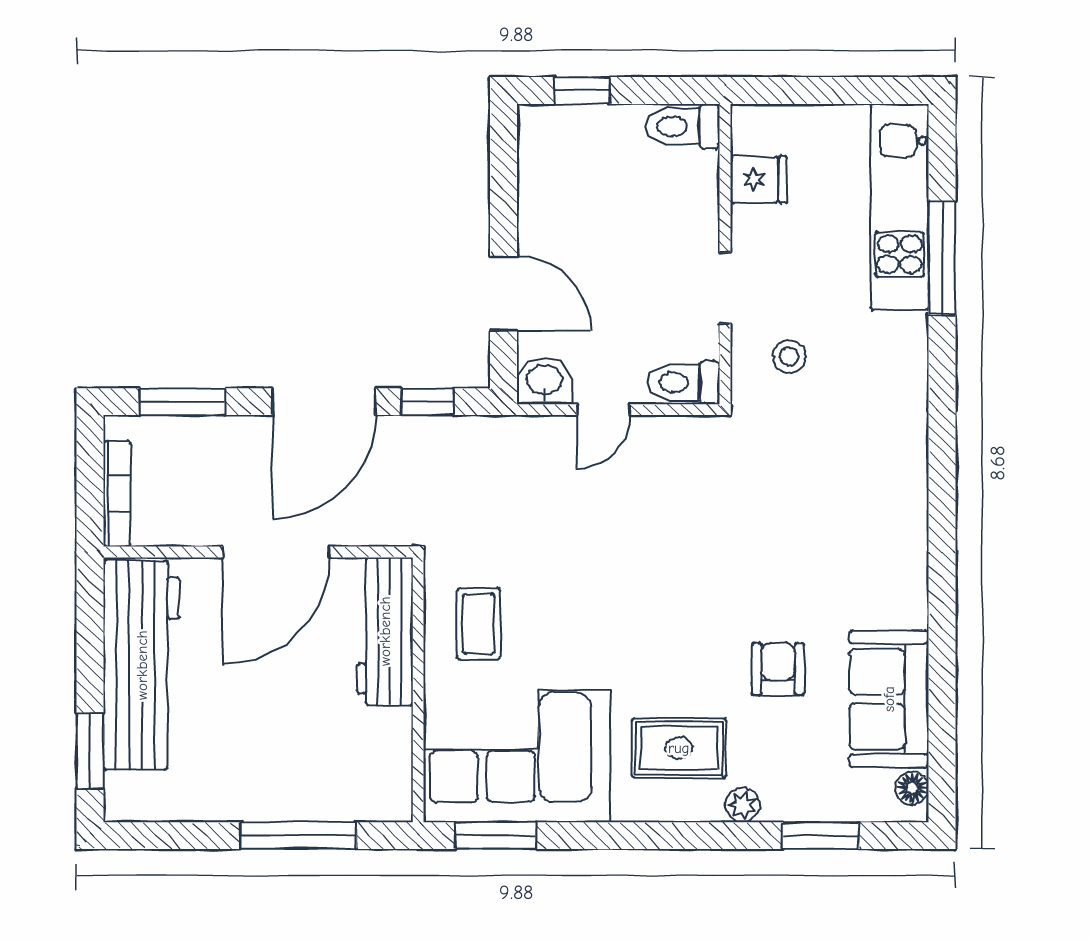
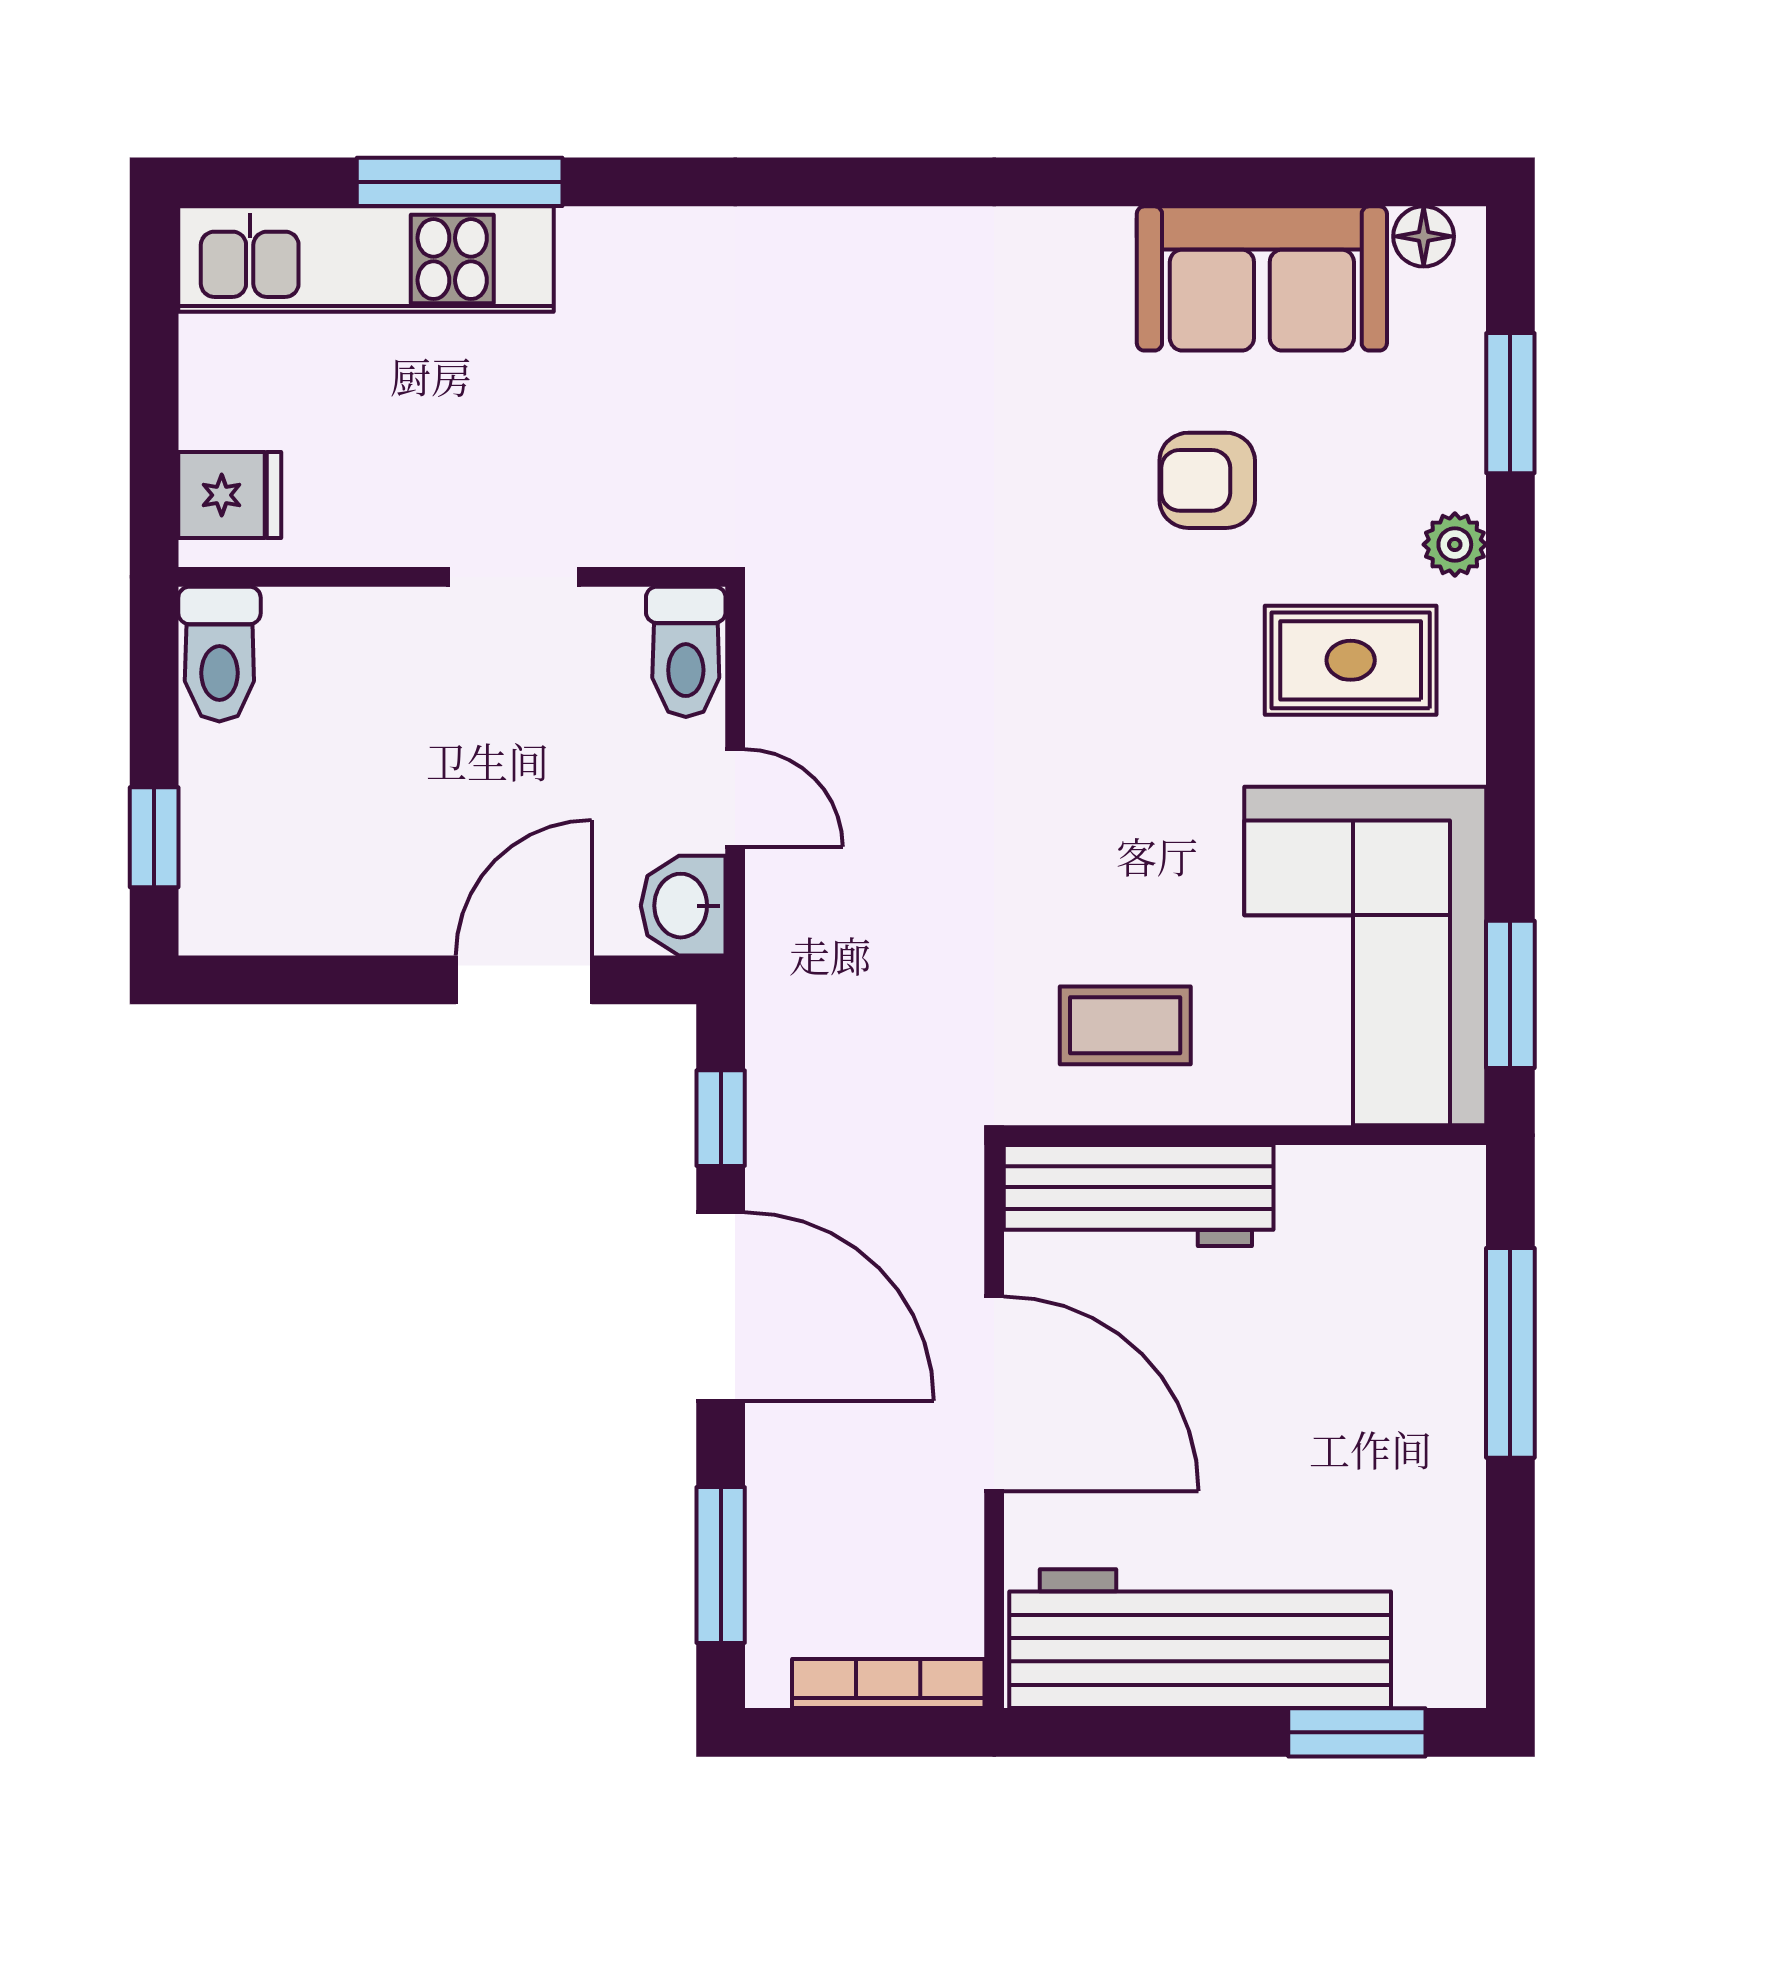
fridge: (759, 179) -> (230, 495), moved, turned 90
stool: (789, 357) -> (638, 460), removed
rug: (679, 748) -> (1351, 660), turned 90

